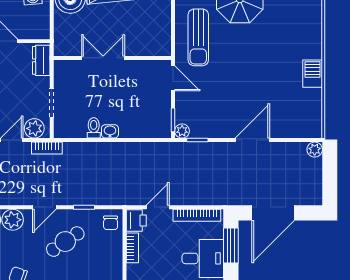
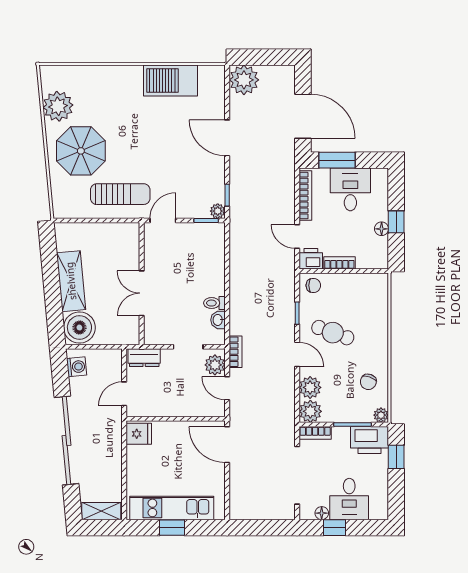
barbecue: (313, 74) -> (171, 80), width x1.88, depth x1.53
washbasin: (110, 131) -> (218, 320), moved
plant: (315, 150) -> (244, 80), width x1.88, depth x1.88
cafe table: (65, 242) -> (333, 333), turned -36

